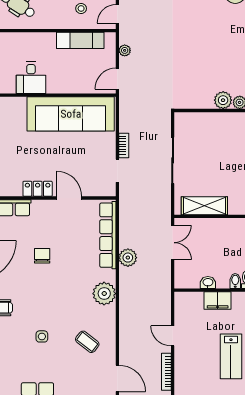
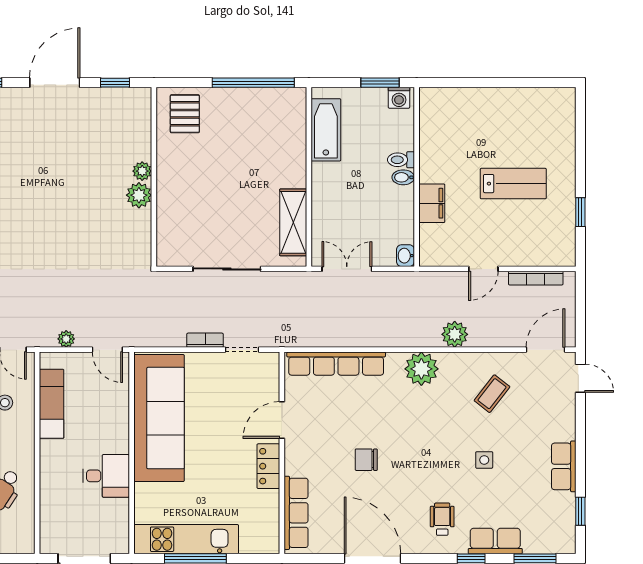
plant: (128, 258) -> (455, 334), moved
washbasin: (208, 283) -> (405, 256), moved

